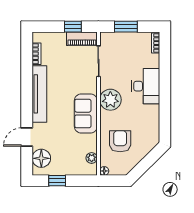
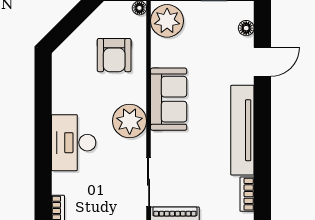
floor lamp: (41, 158) -> (246, 28), width x0.53, depth x0.53
plant: (92, 158) -> (167, 21), width x1.87, depth x1.87

